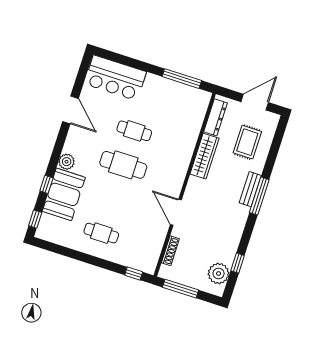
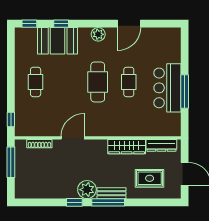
bar counter: (115, 78) -> (167, 88), moved
window: (182, 79) -> (185, 91), moved
plant: (67, 162) -> (98, 34), moved
window: (238, 263) -> (74, 202), moved
plant: (219, 274) -> (87, 190), moved

